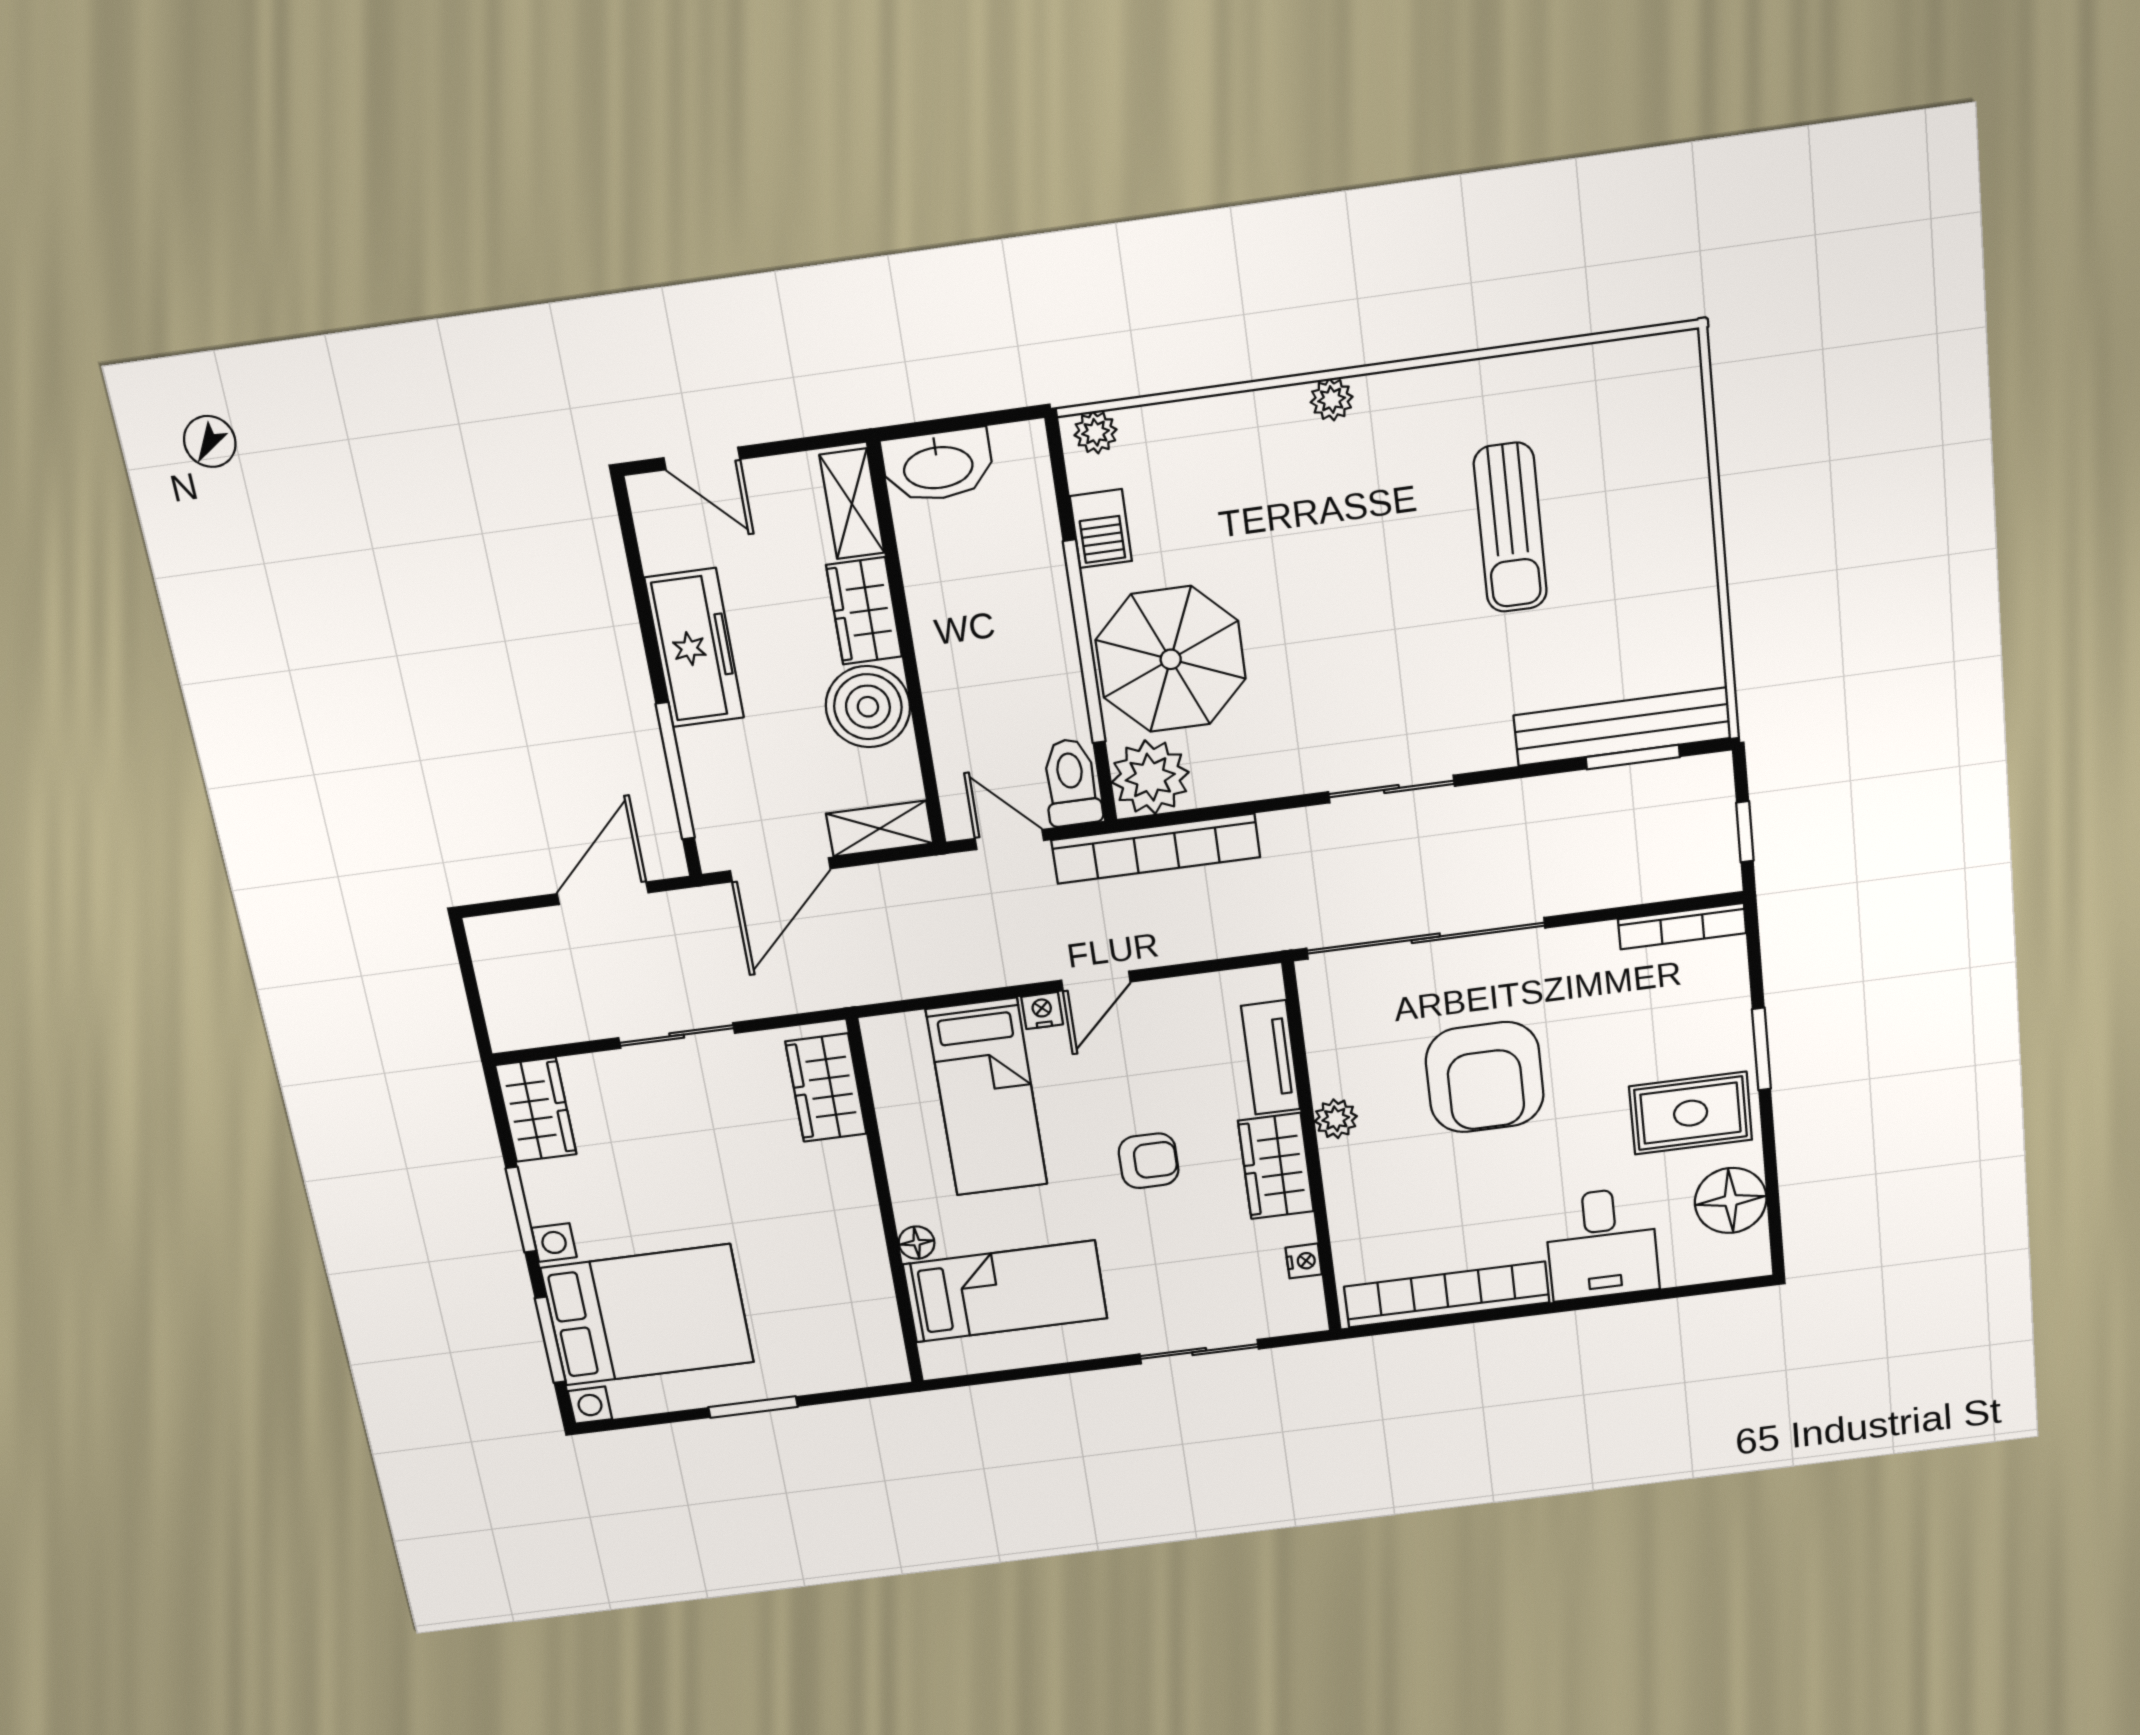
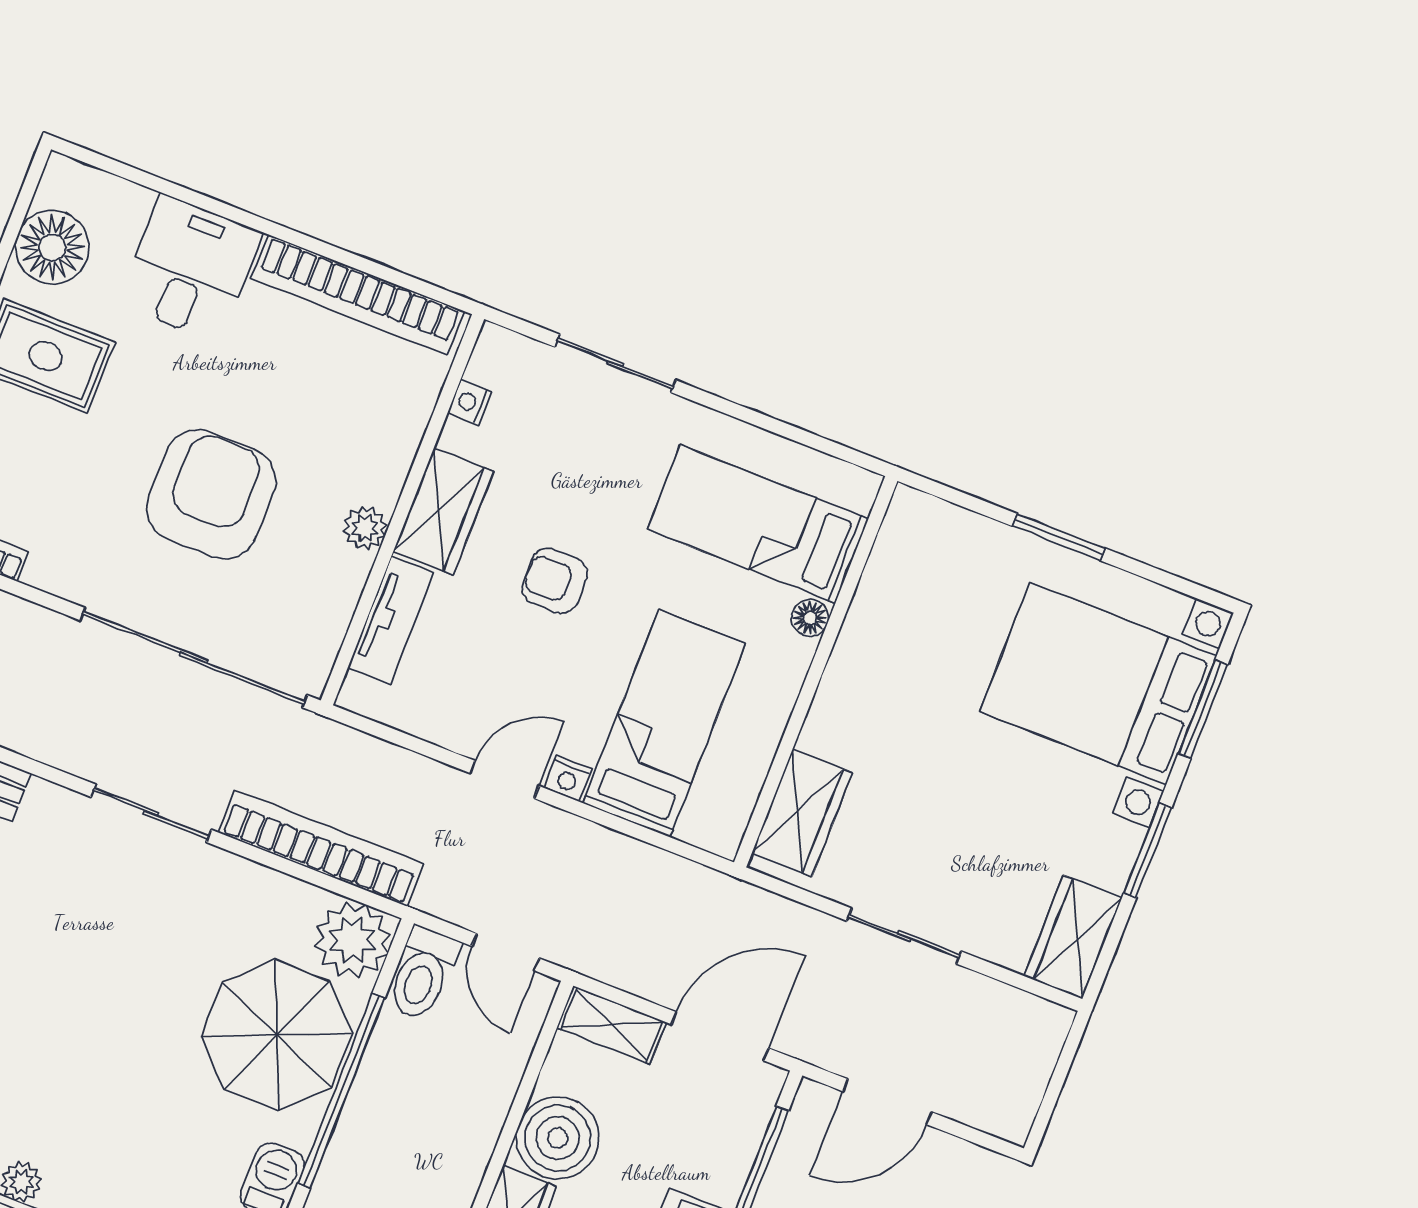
bookcase: (1156, 849) -> (321, 848), moved

